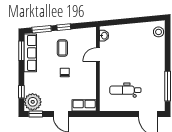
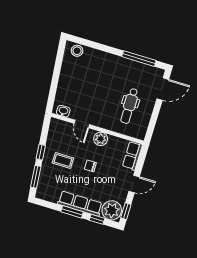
window: (21, 51) -> (72, 212), moved
row of seats: (30, 53) -> (80, 204), moved
plant: (90, 74) -> (101, 139), added

